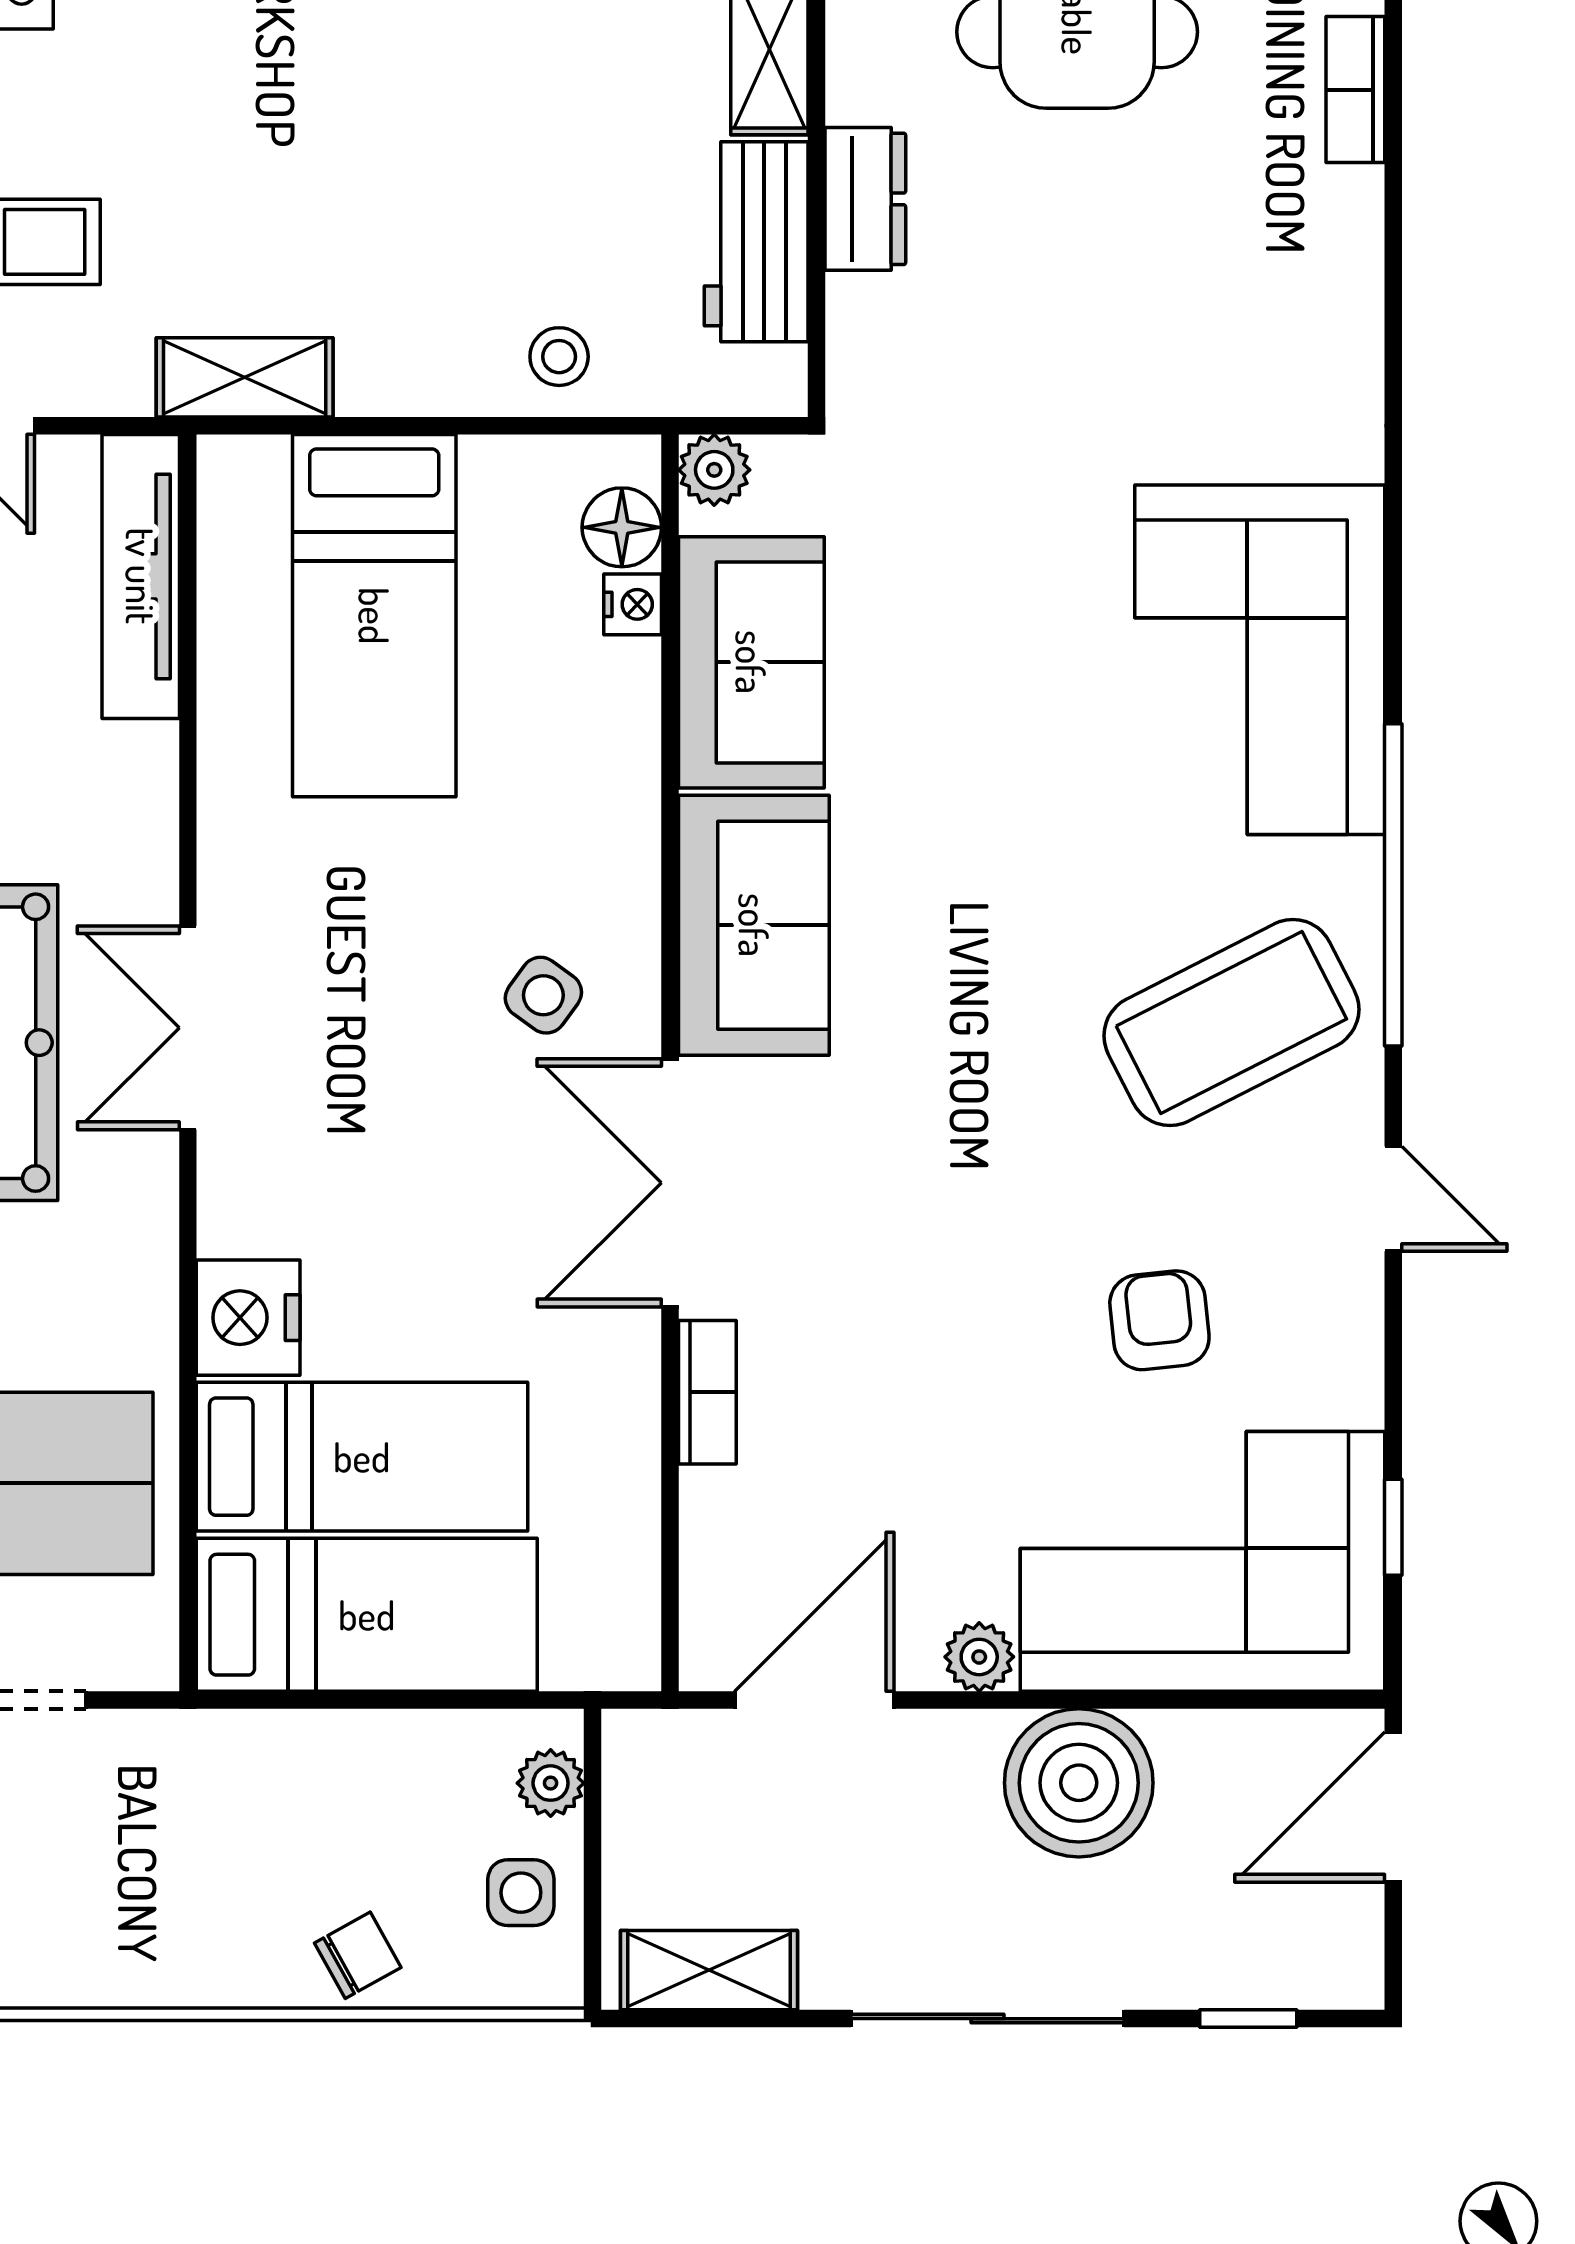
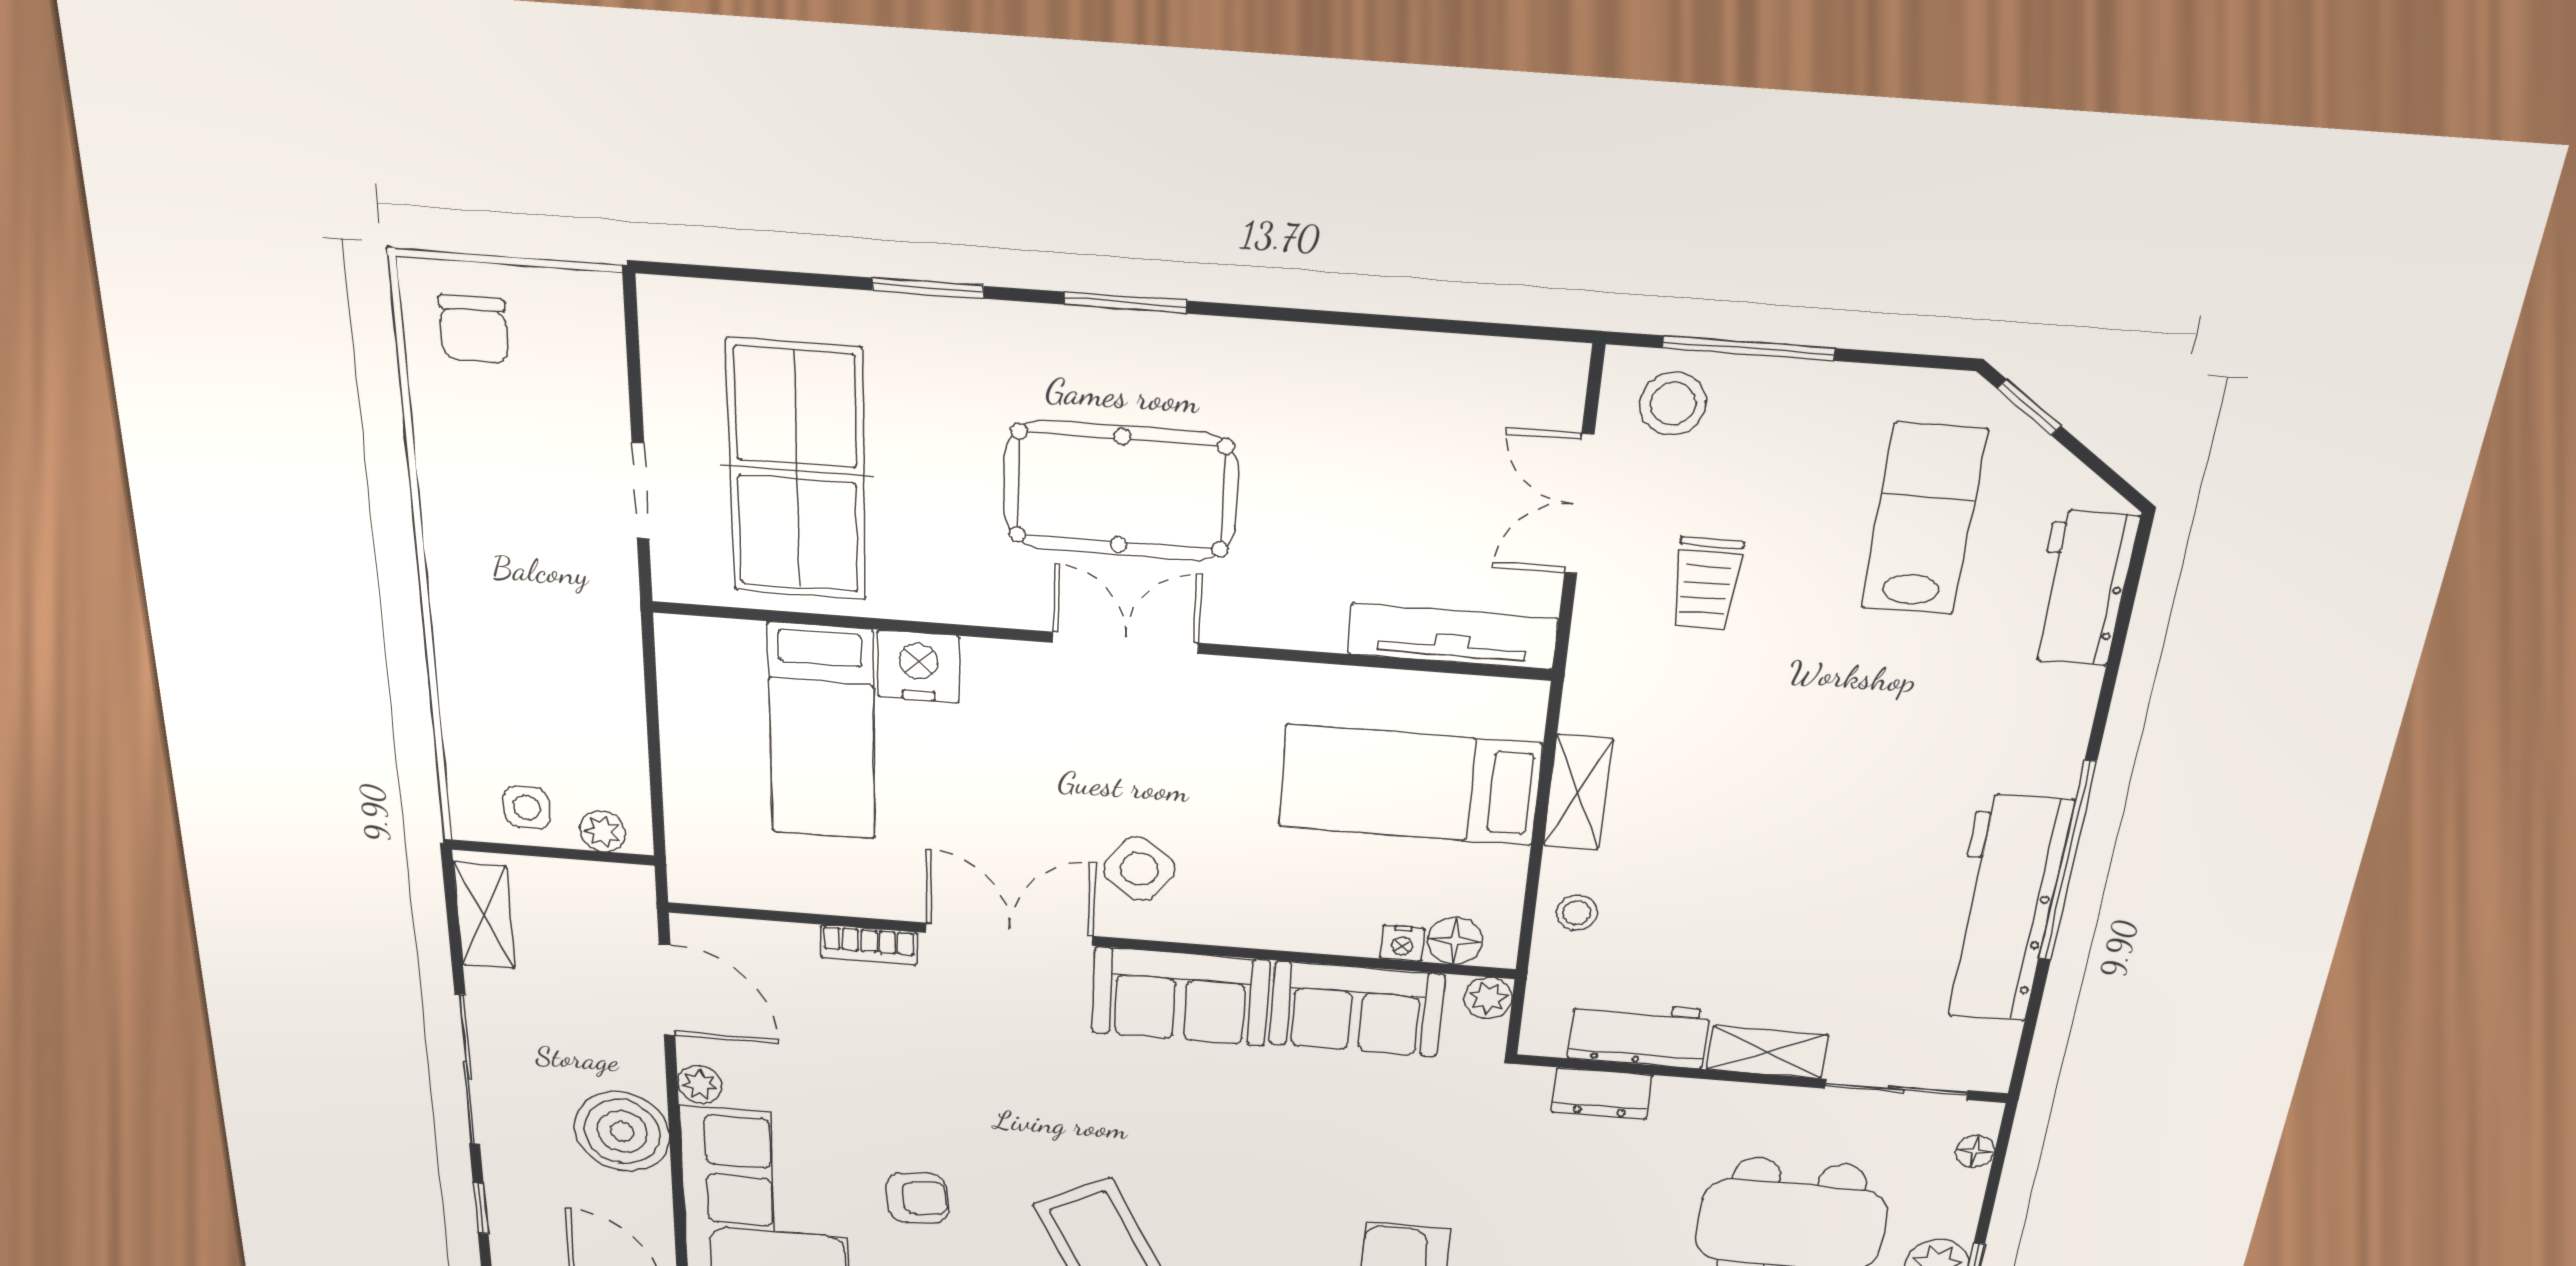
dresser: (865, 199) -> (1602, 1094), moved
shelving: (245, 377) -> (1578, 792), moved
side table: (543, 995) -> (1139, 869), width x1.37, depth x1.37
bed: (367, 1615) -> (712, 727), removed
chair: (358, 1955) -> (476, 703), removed

